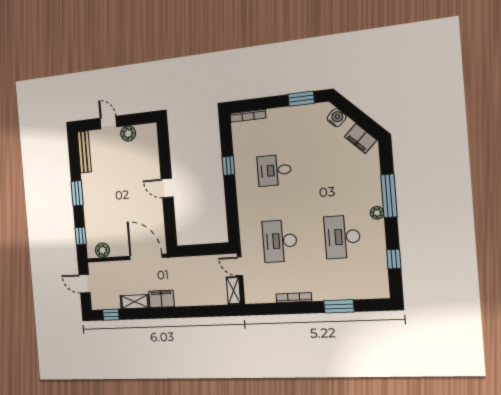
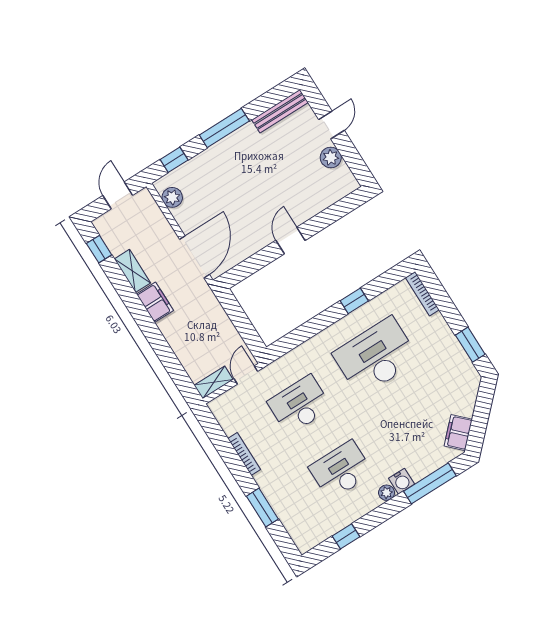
water cooler: (337, 118) -> (402, 481), moved, turned 45
desk: (274, 170) -> (376, 357), width x1.87, depth x1.30
window: (77, 193) -> (224, 128), width x1.44
window: (389, 196) -> (430, 483), moved

